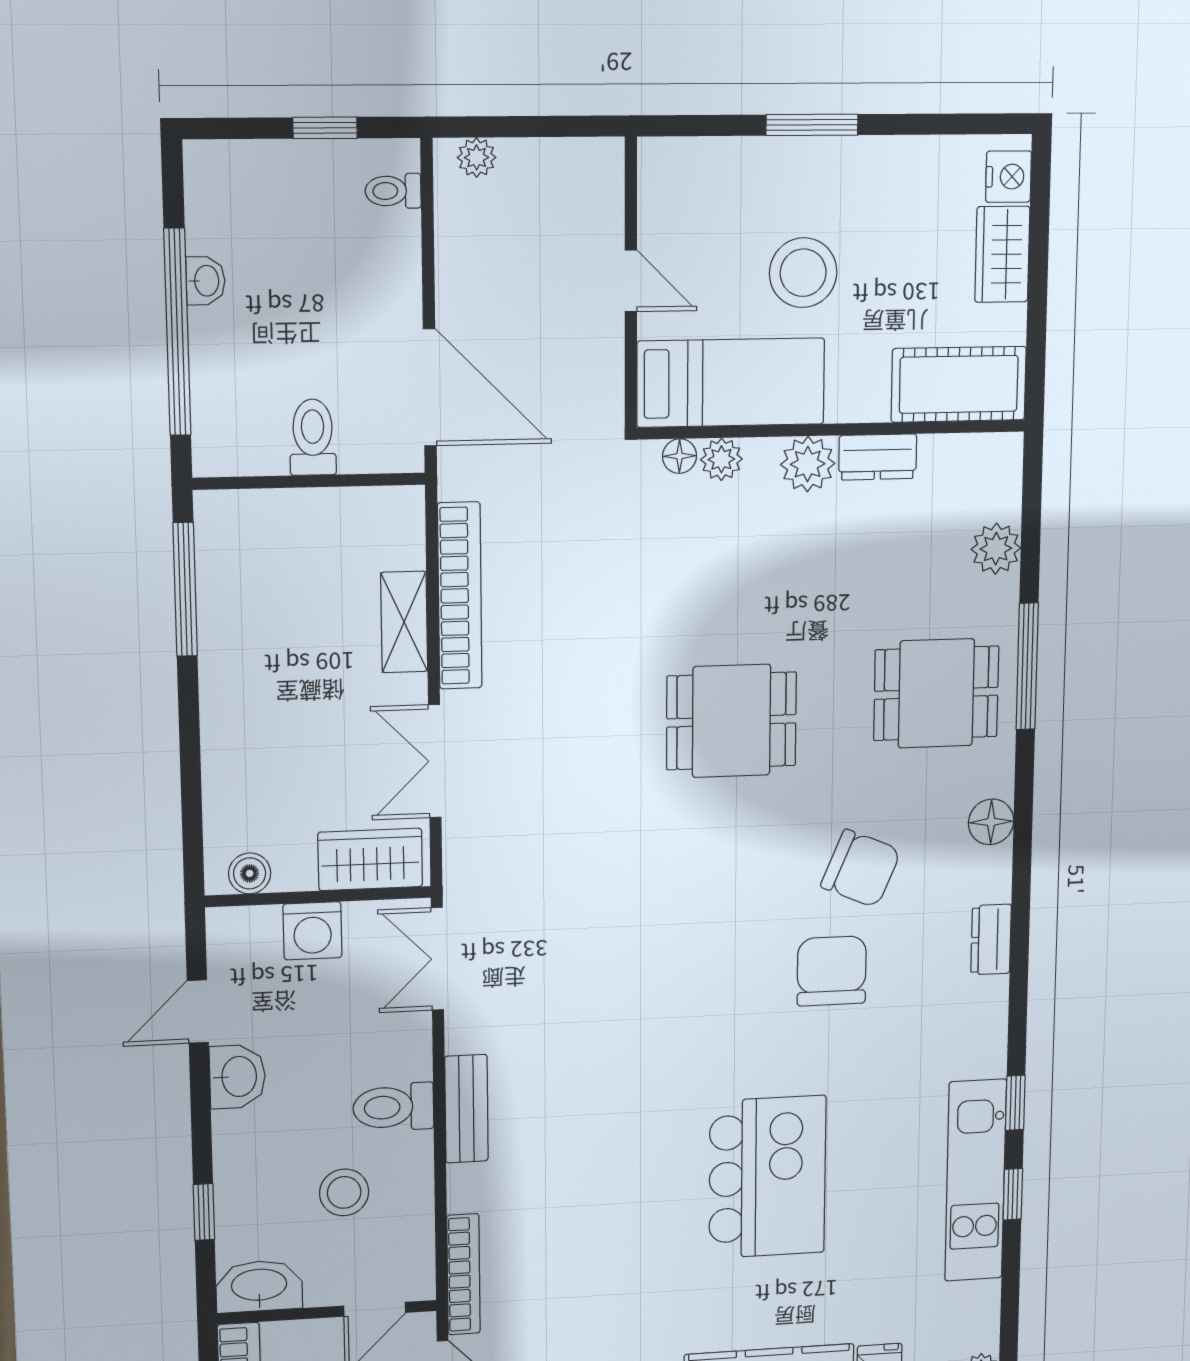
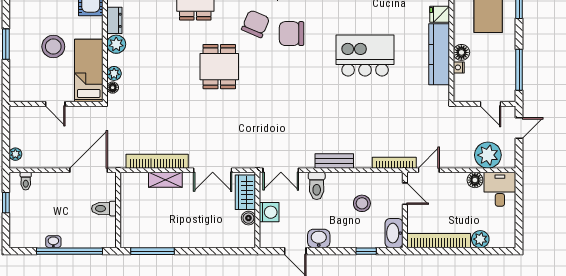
door: (631, 281) -> (55, 104), swing flipped
dining table: (731, 721) -> (219, 67), moved
boiler: (250, 873) -> (248, 218), moved
toilet: (393, 1107) -> (317, 186), moved

